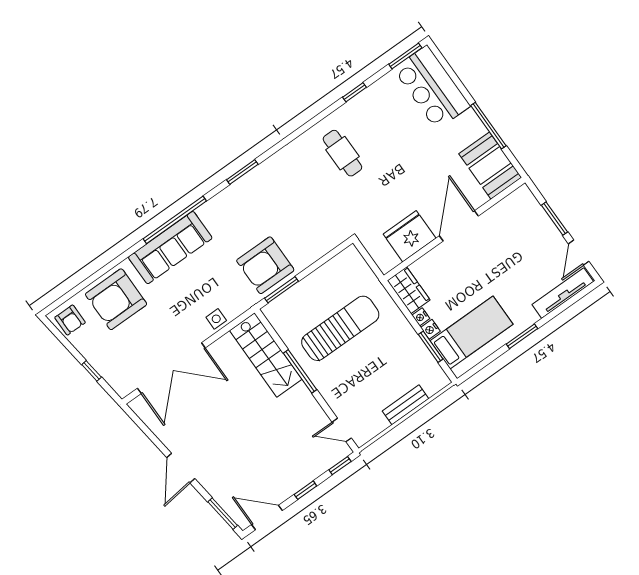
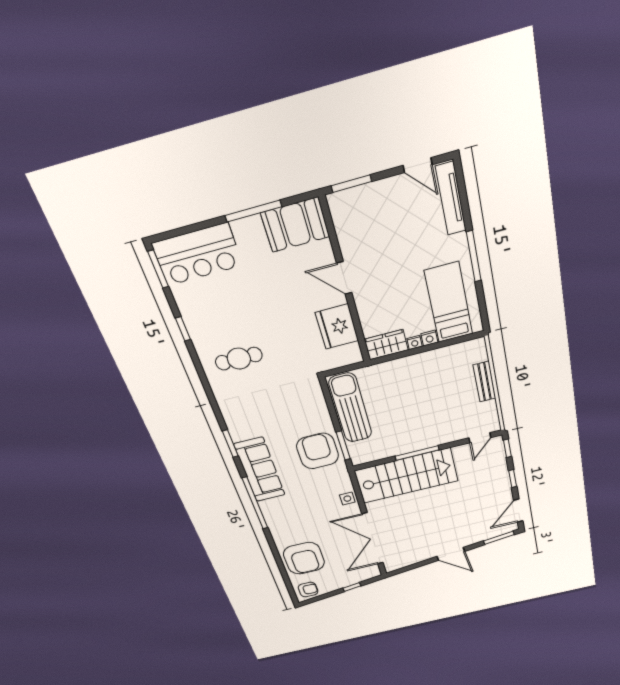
window: (554, 219) -> (351, 184), moved
door: (459, 226) -> (344, 278), width x0.73
sofa: (170, 248) -> (260, 470), moved
armchair: (265, 265) -> (318, 451), turned 180
sun lounger: (340, 328) -> (350, 408), moved
window: (522, 336) -> (474, 256), width x1.44
window: (431, 347) -> (445, 343), removed
stairs: (266, 355) -> (406, 476), width x1.36, depth x1.51
double door: (171, 368) -> (373, 539), swing flipped

